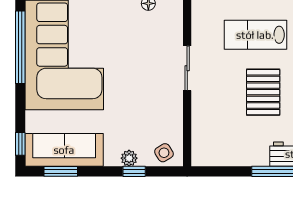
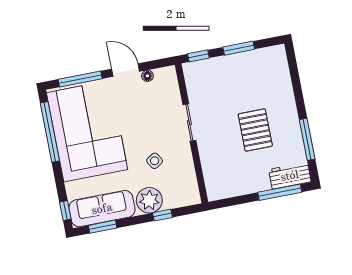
lab bench: (255, 35) -> (240, 84), removed
side table: (164, 153) -> (155, 161), moved
plant: (129, 158) -> (149, 200), width x1.88, depth x1.88

